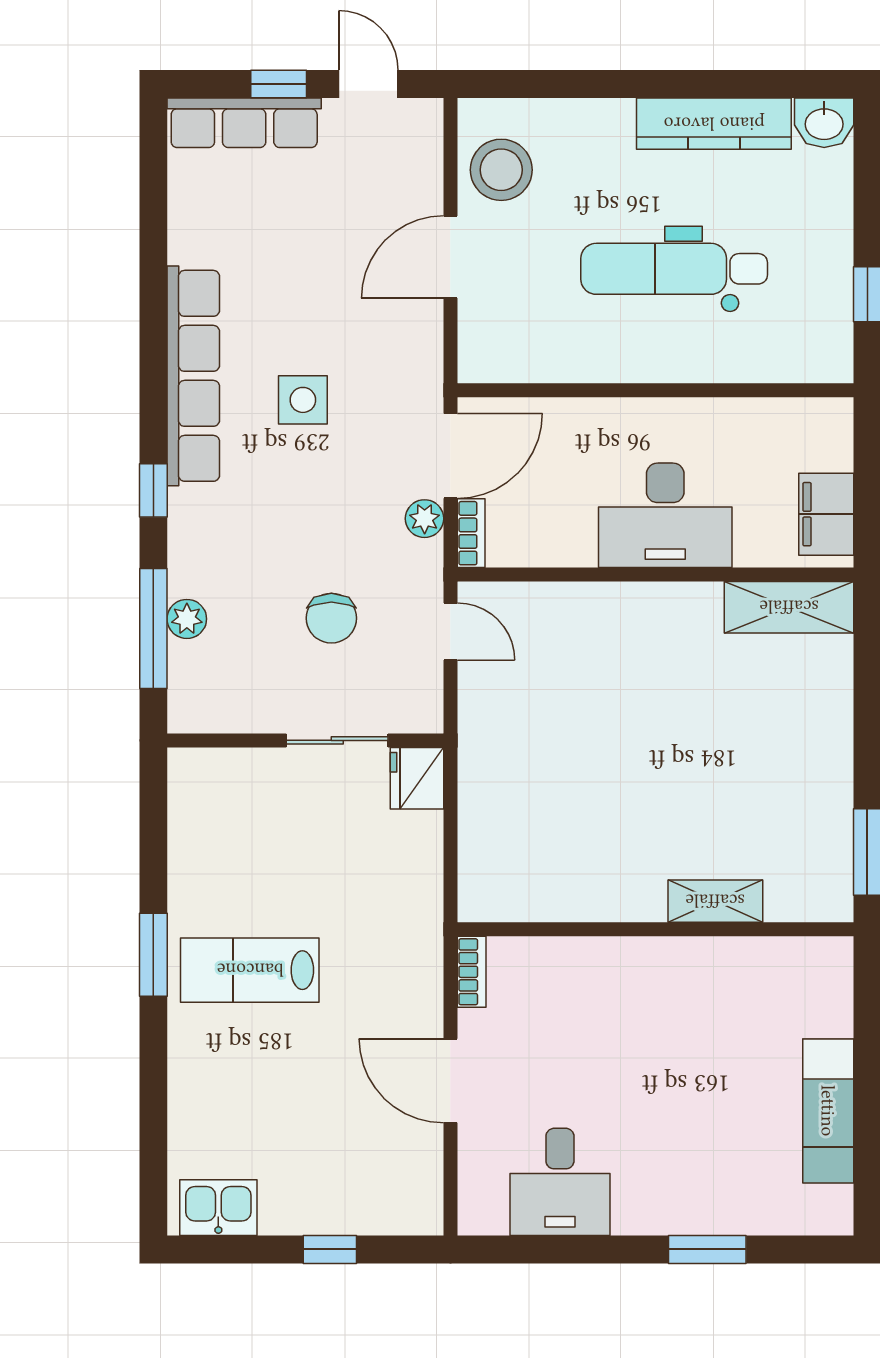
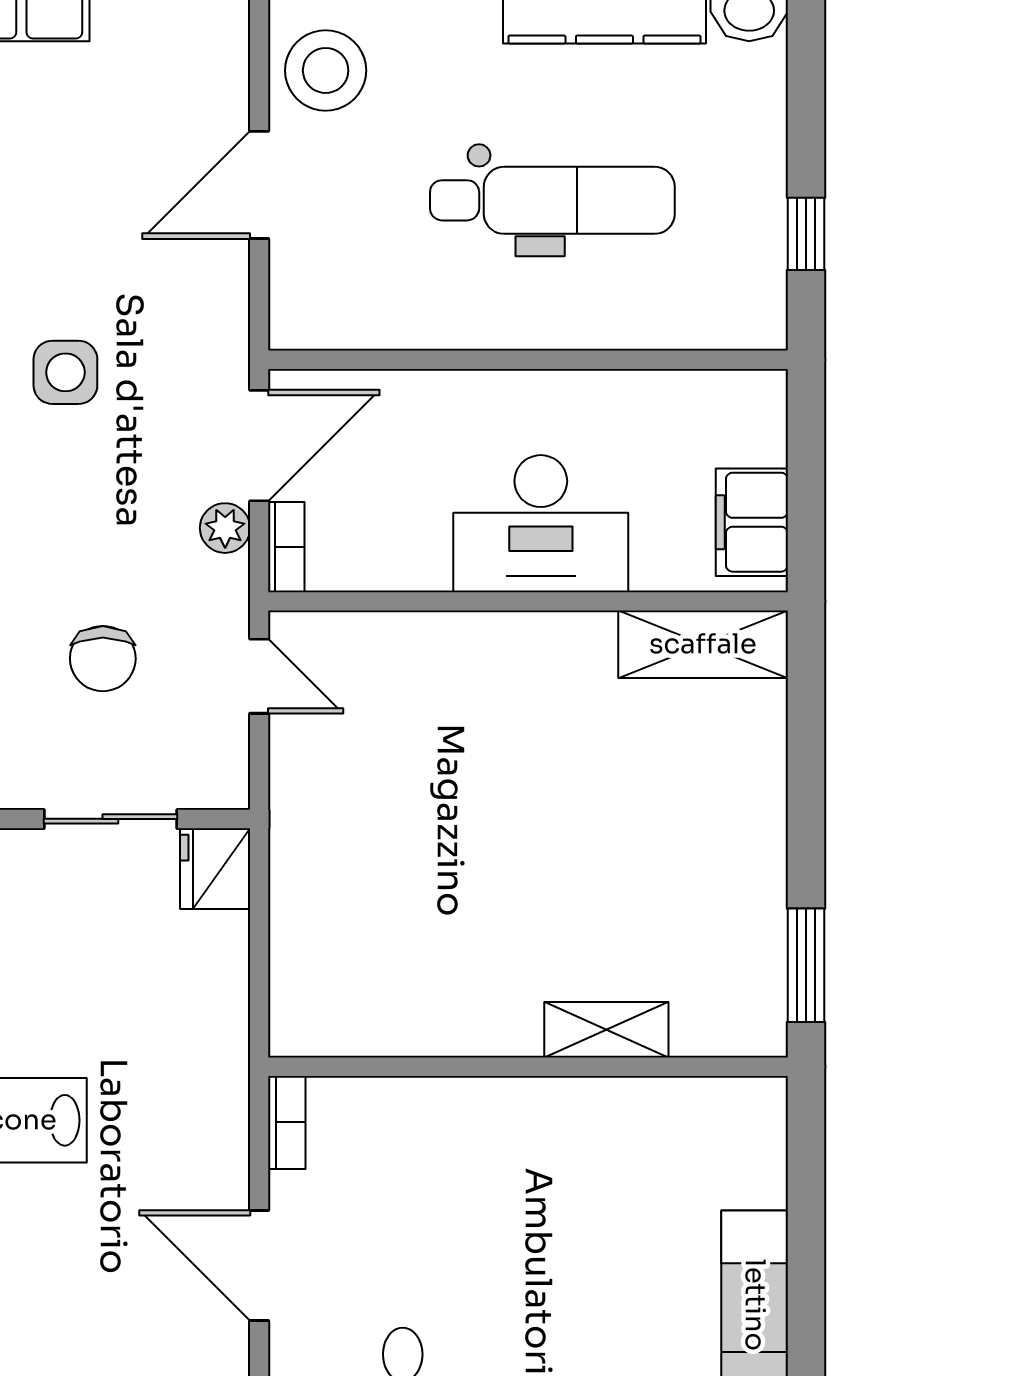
dental chair: (674, 269) -> (552, 200), turned 180

